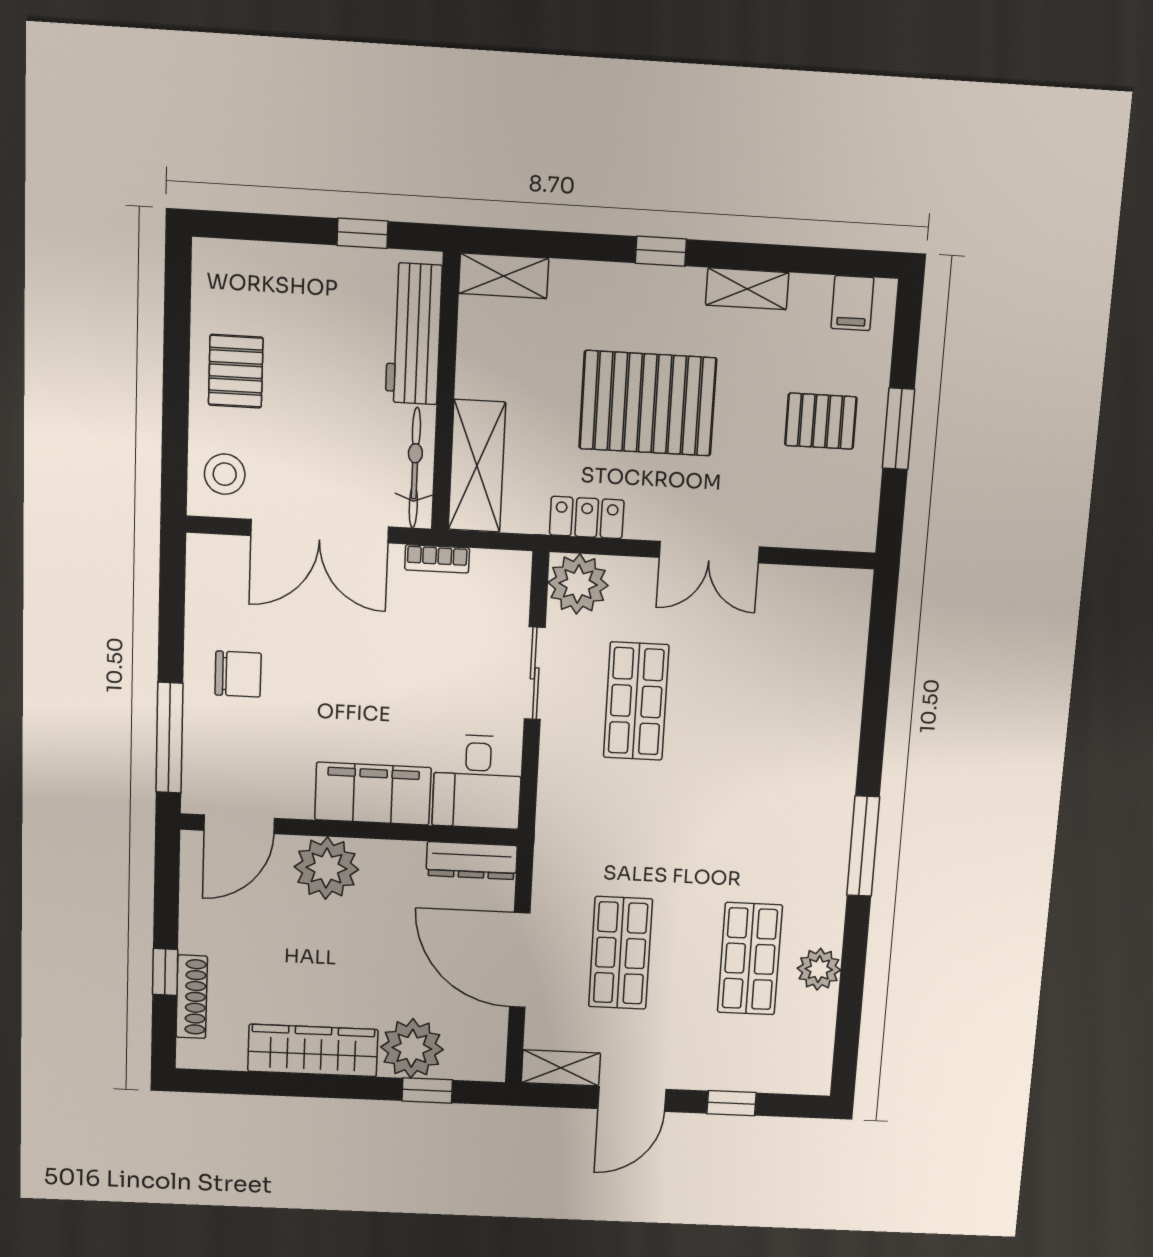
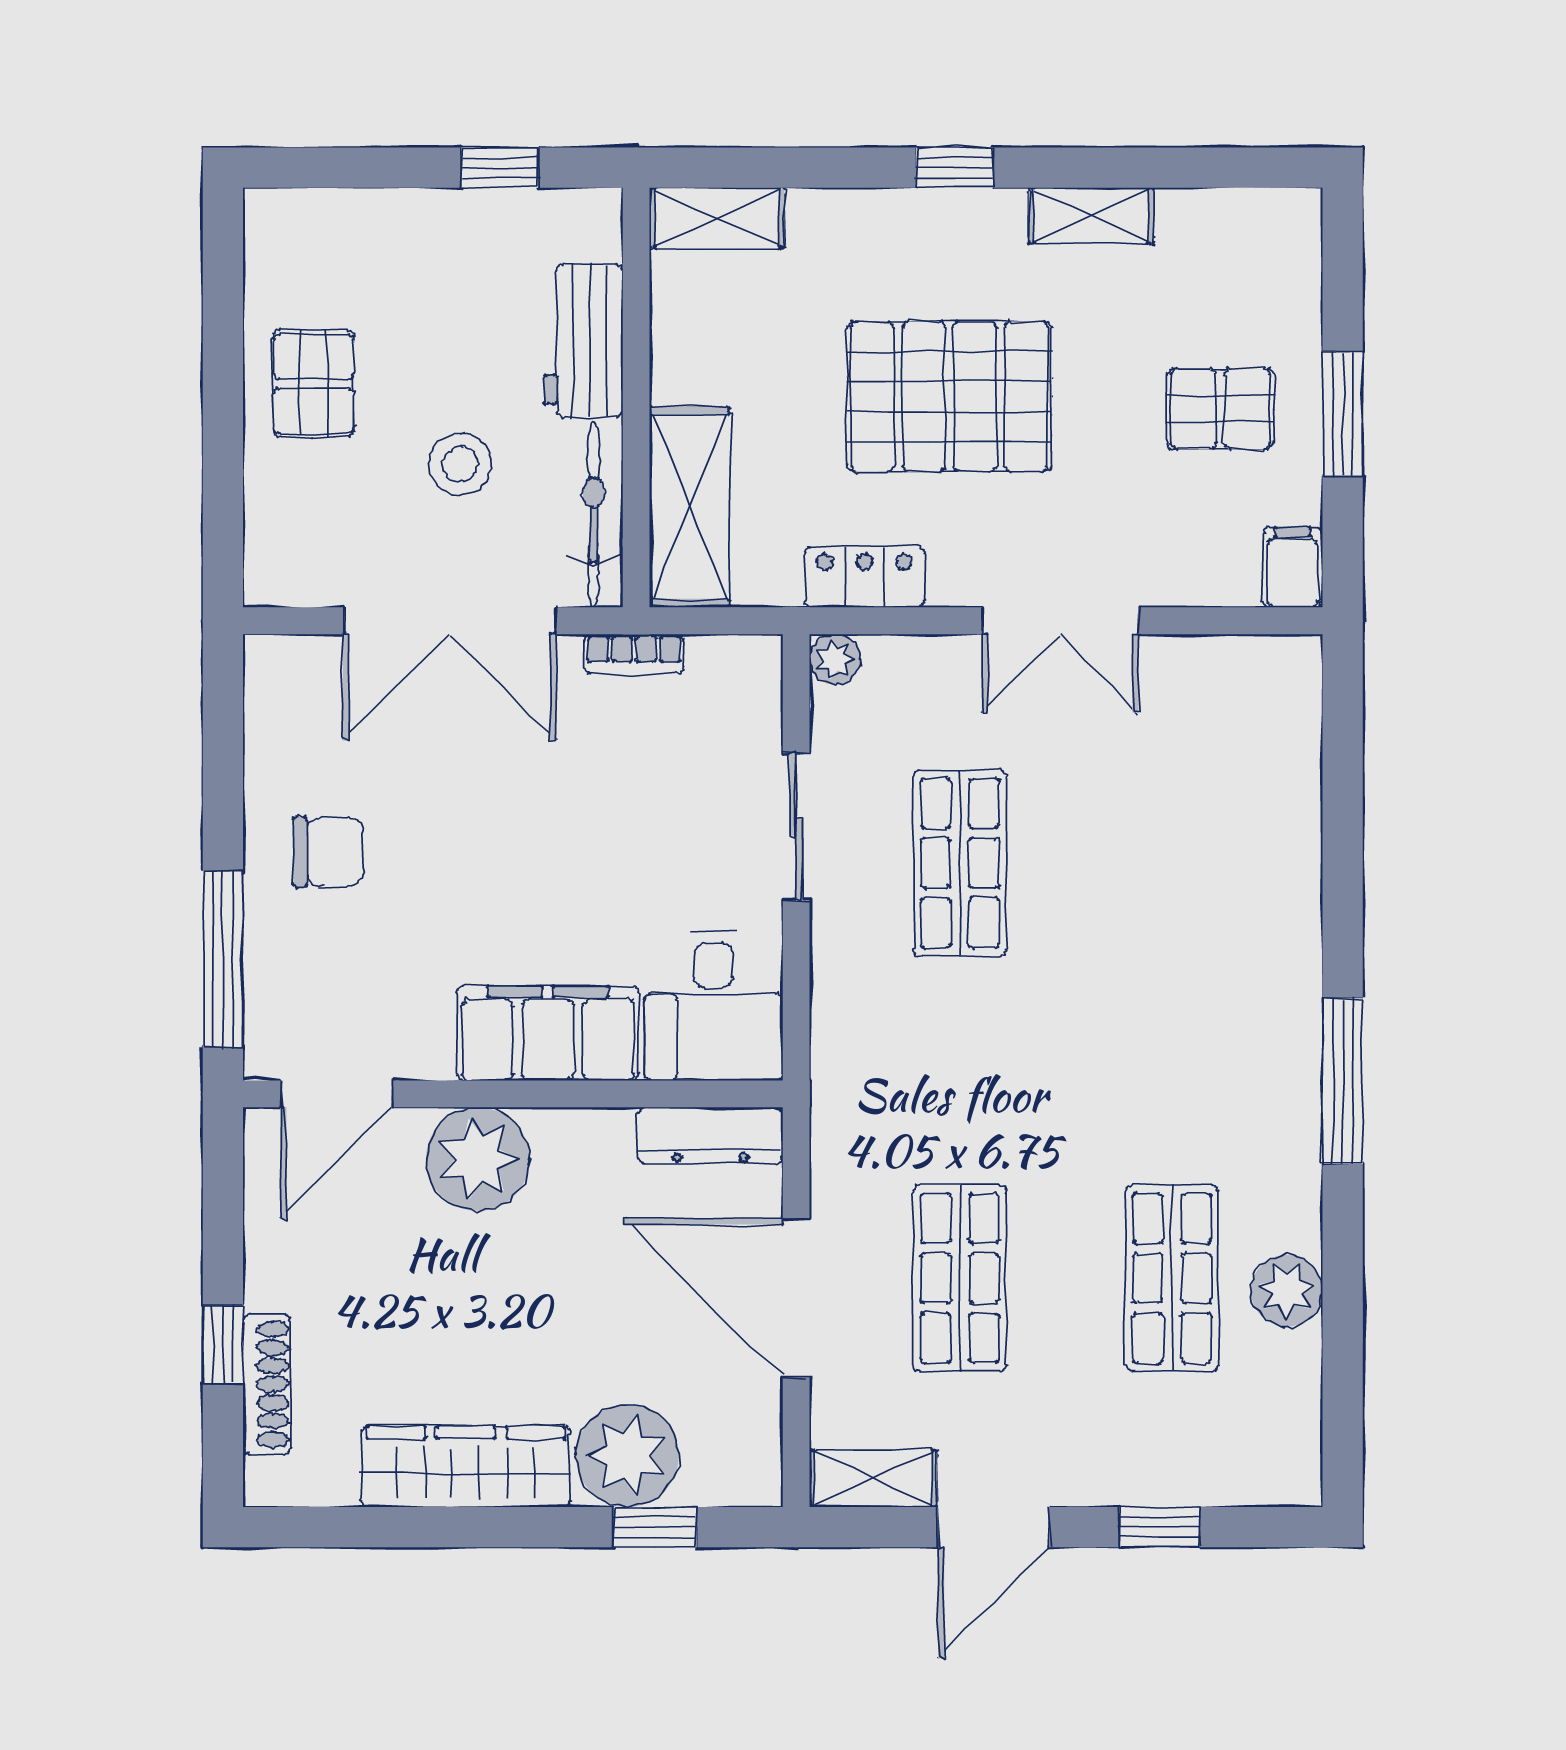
filing cabinet: (852, 303) -> (1293, 567), moved, turned 180
workbench: (414, 334) -> (583, 341), width x0.73
stool: (225, 474) -> (460, 464), moved
plant: (578, 584) -> (835, 659), width x0.53, depth x0.53

